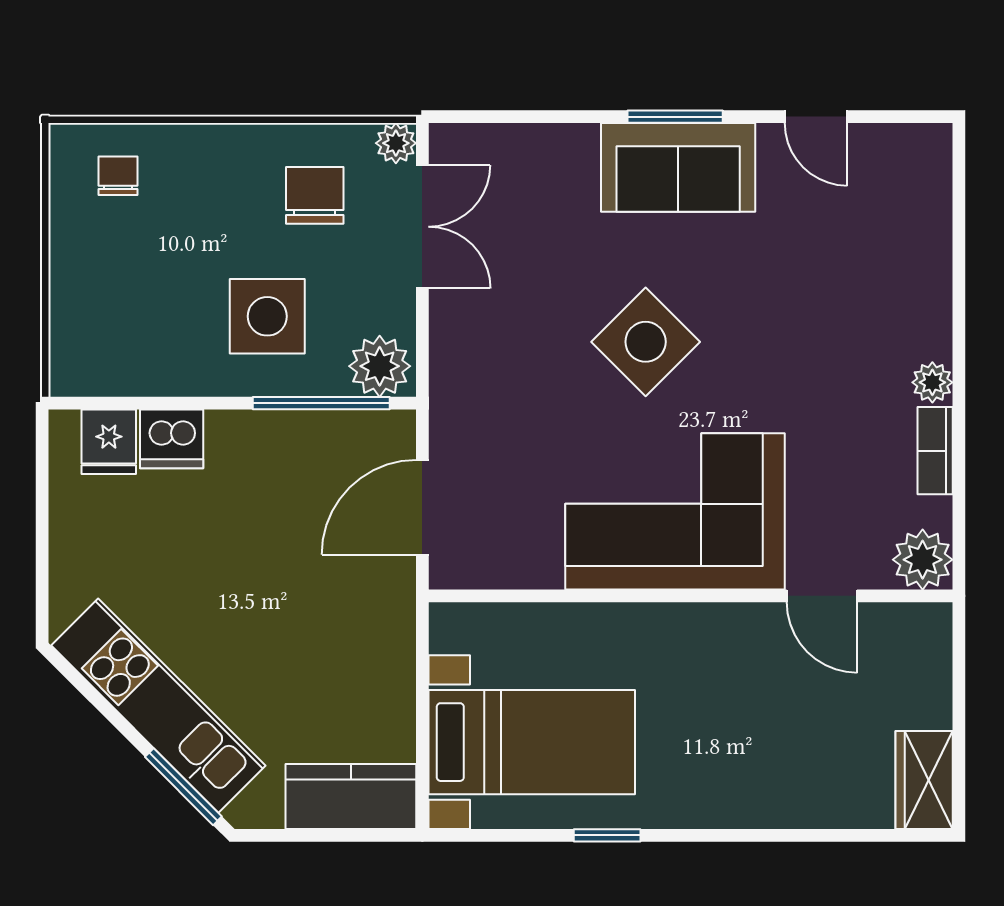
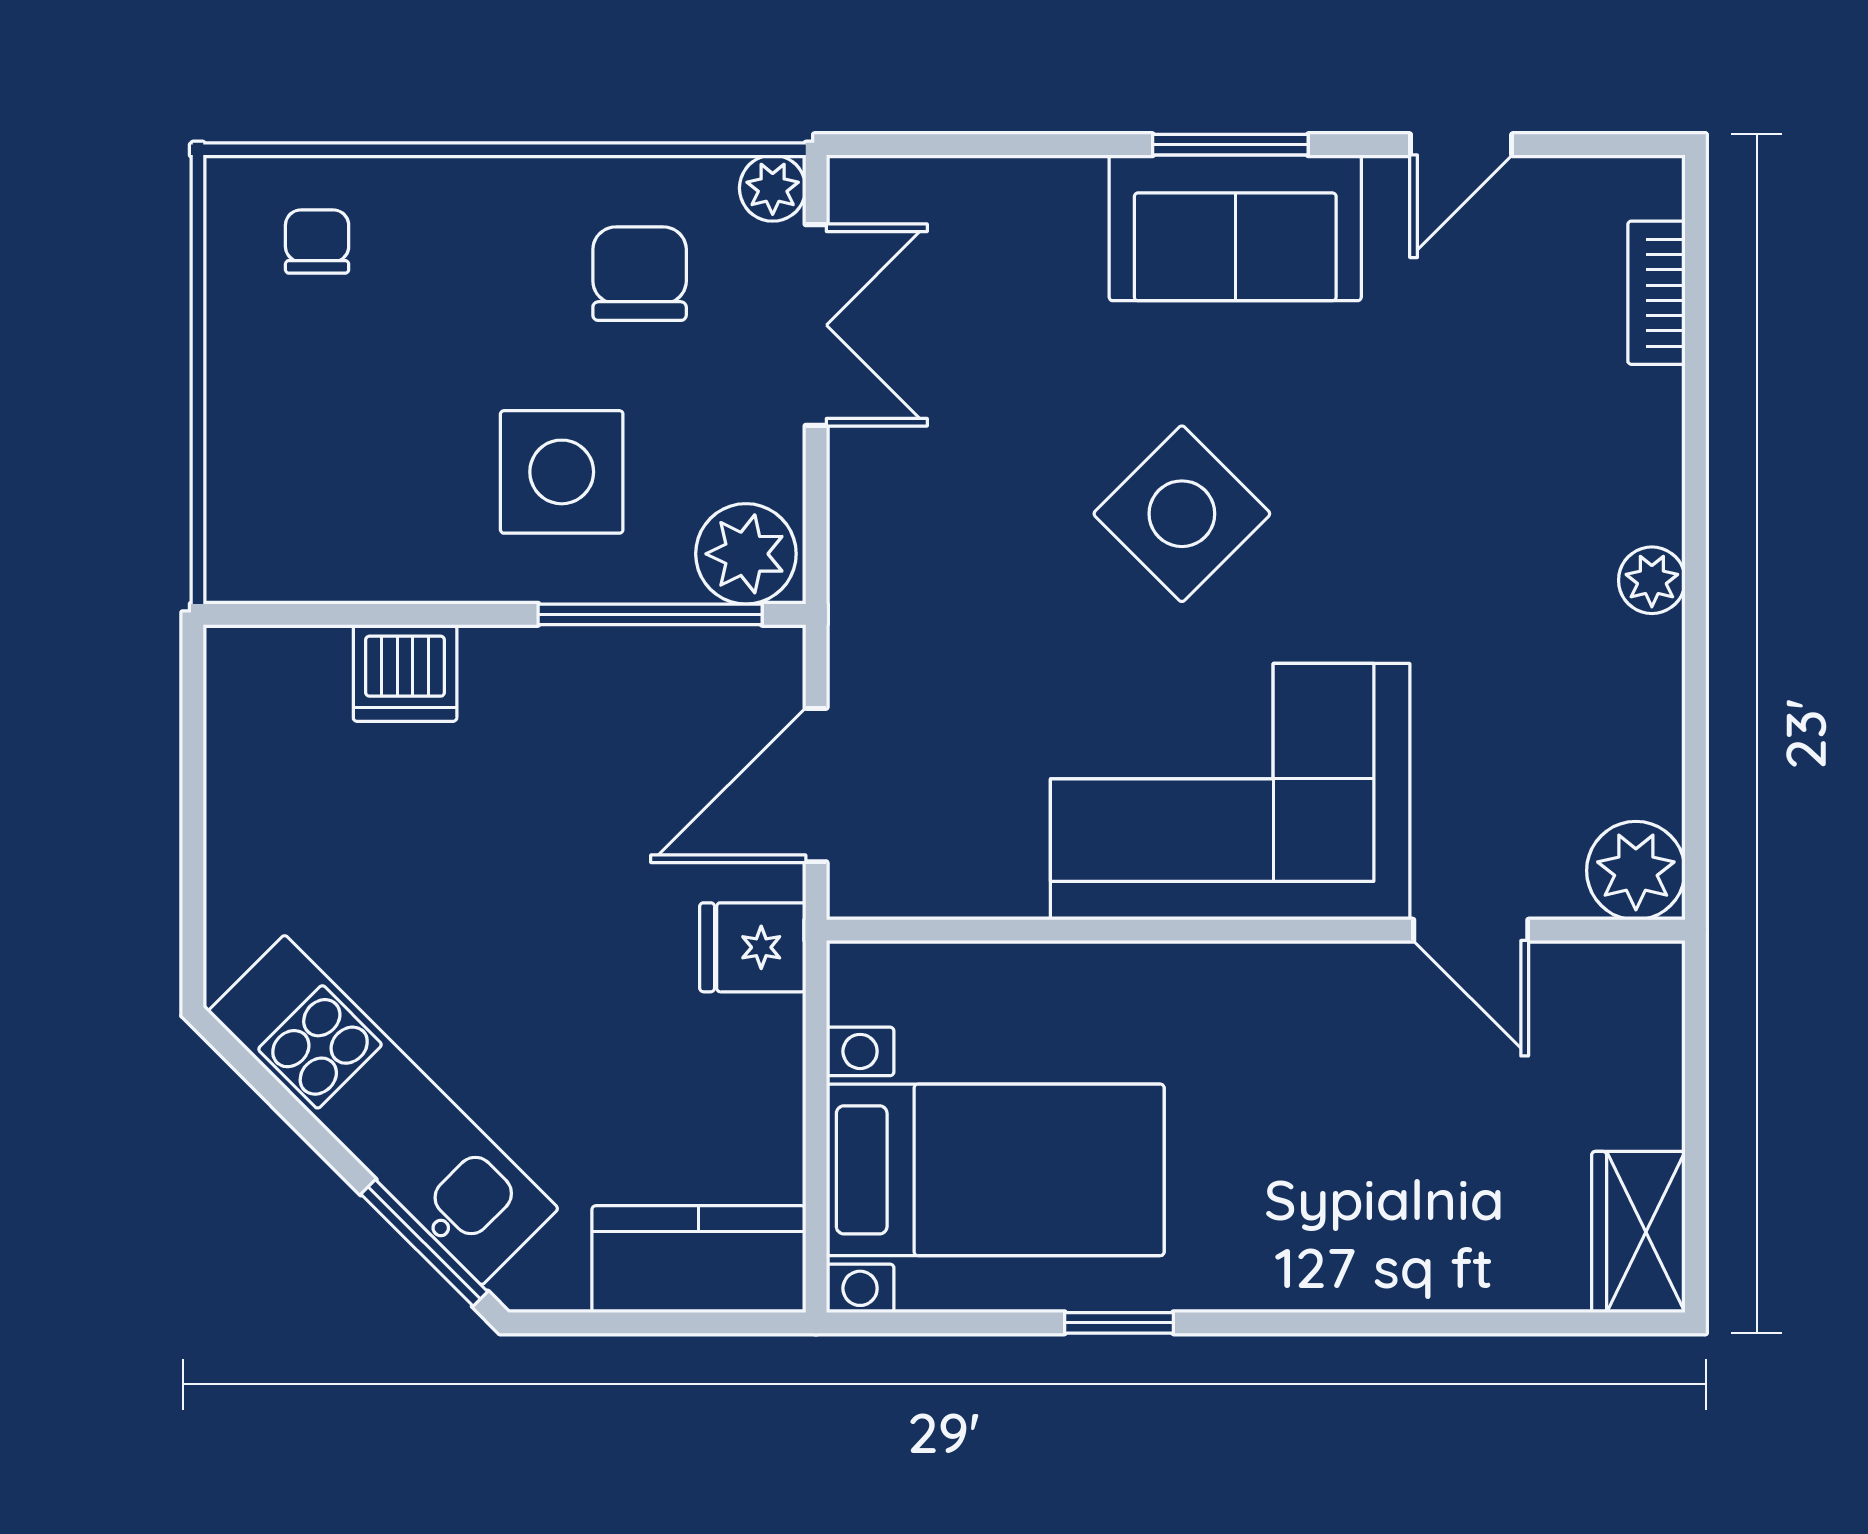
door: (816, 117) -> (1461, 145), hinge flipped
fridge: (109, 442) -> (753, 947), moved, turned 90
bookcase: (935, 451) -> (1656, 293), moved

